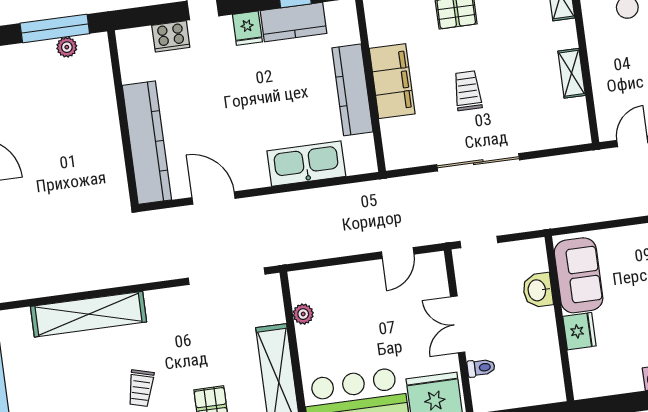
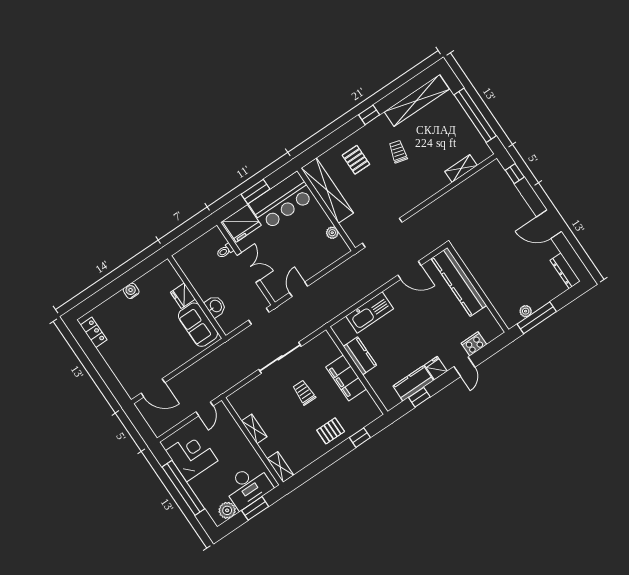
kitchen counter: (352, 90) -> (360, 356), width x0.67
trolley: (468, 91) -> (304, 393), turned 180
shelving: (88, 314) -> (461, 169), width x0.45, depth x0.75

